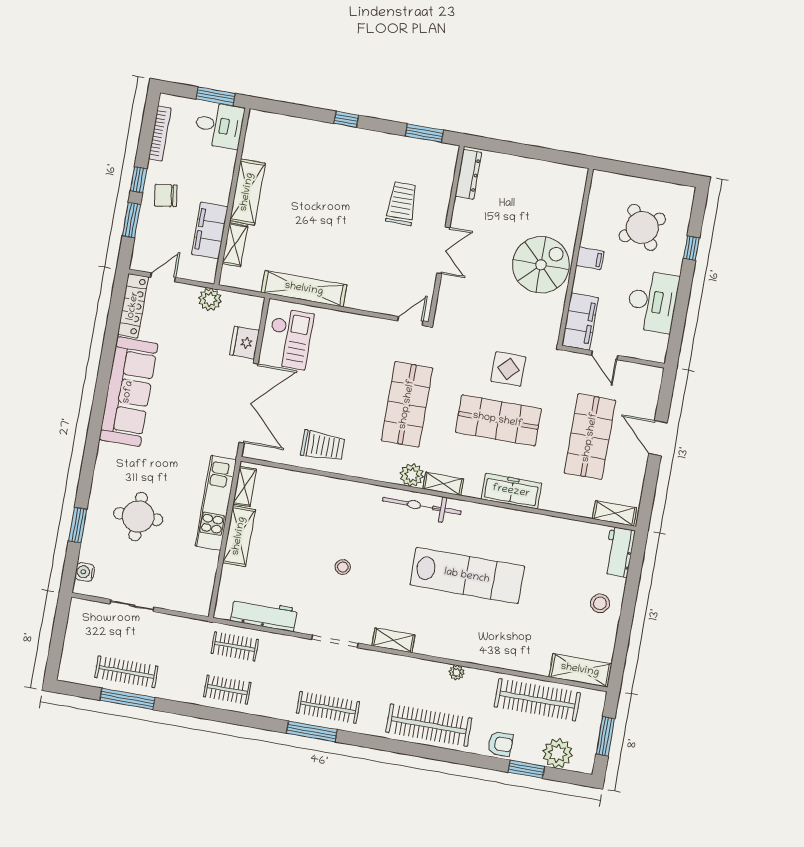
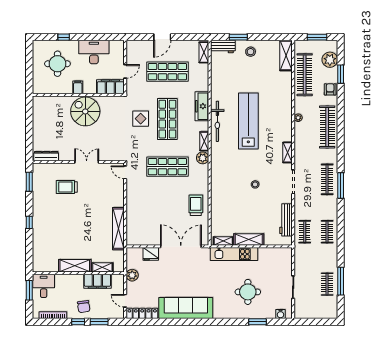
round table: (642, 227) -> (57, 64), turned 36
checkout: (290, 339) -> (145, 231), removed
bicycle: (422, 506) -> (217, 121), moved
window: (632, 585) -> (238, 37), added
clothes rail: (126, 672) -> (327, 284), width x0.73

